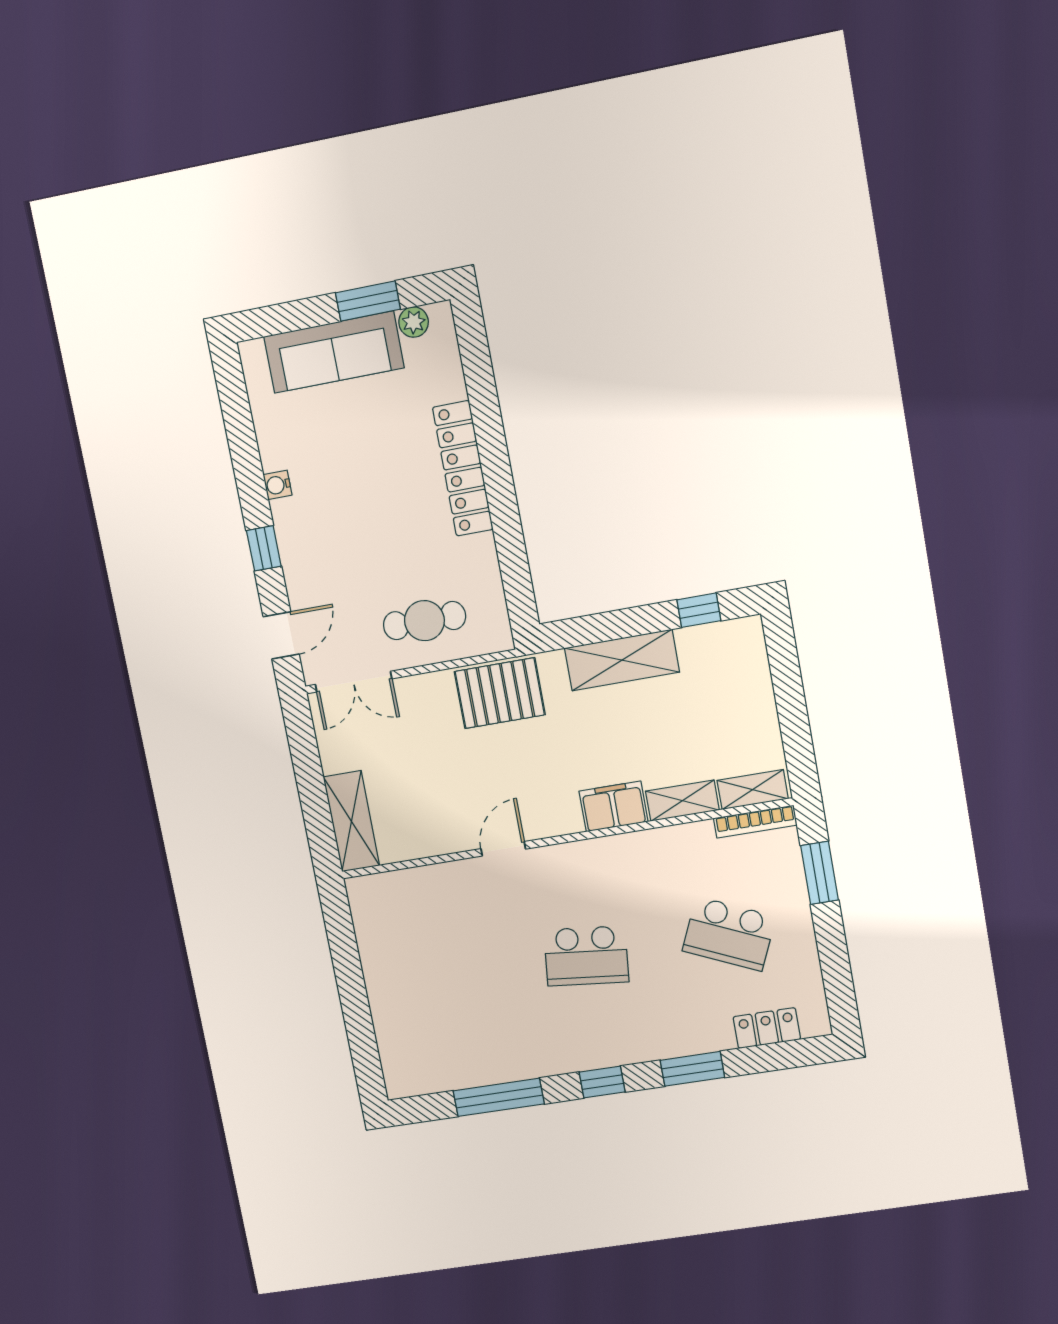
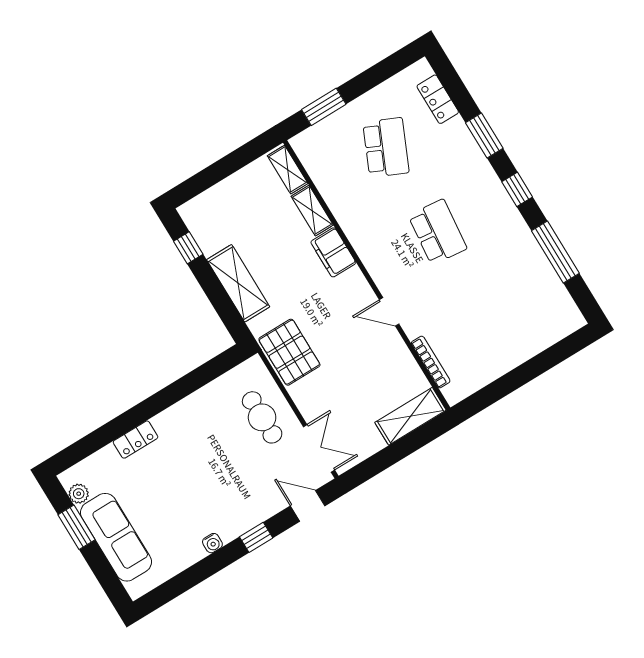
locker: (463, 469) -> (136, 440), width x0.46, depth x0.83
bookcase: (755, 822) -> (431, 362), moved

